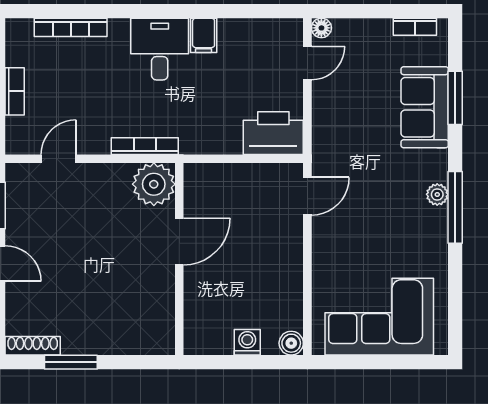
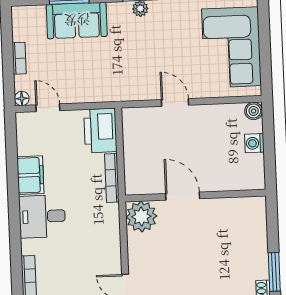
bookcase: (415, 27) -> (19, 58), moved
filing cabinet: (204, 35) -> (30, 175), width x2.00
bookcase: (145, 146) -> (112, 178), moved
door: (307, 196) -> (175, 102), moved

